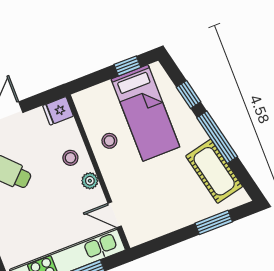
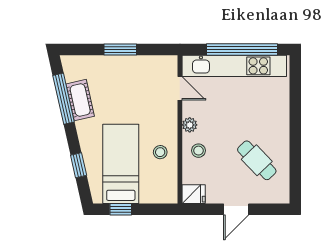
window: (217, 137) -> (64, 99), moved
cot: (214, 171) -> (80, 100), width x0.73, depth x0.75
window: (214, 222) -> (120, 49), moved

